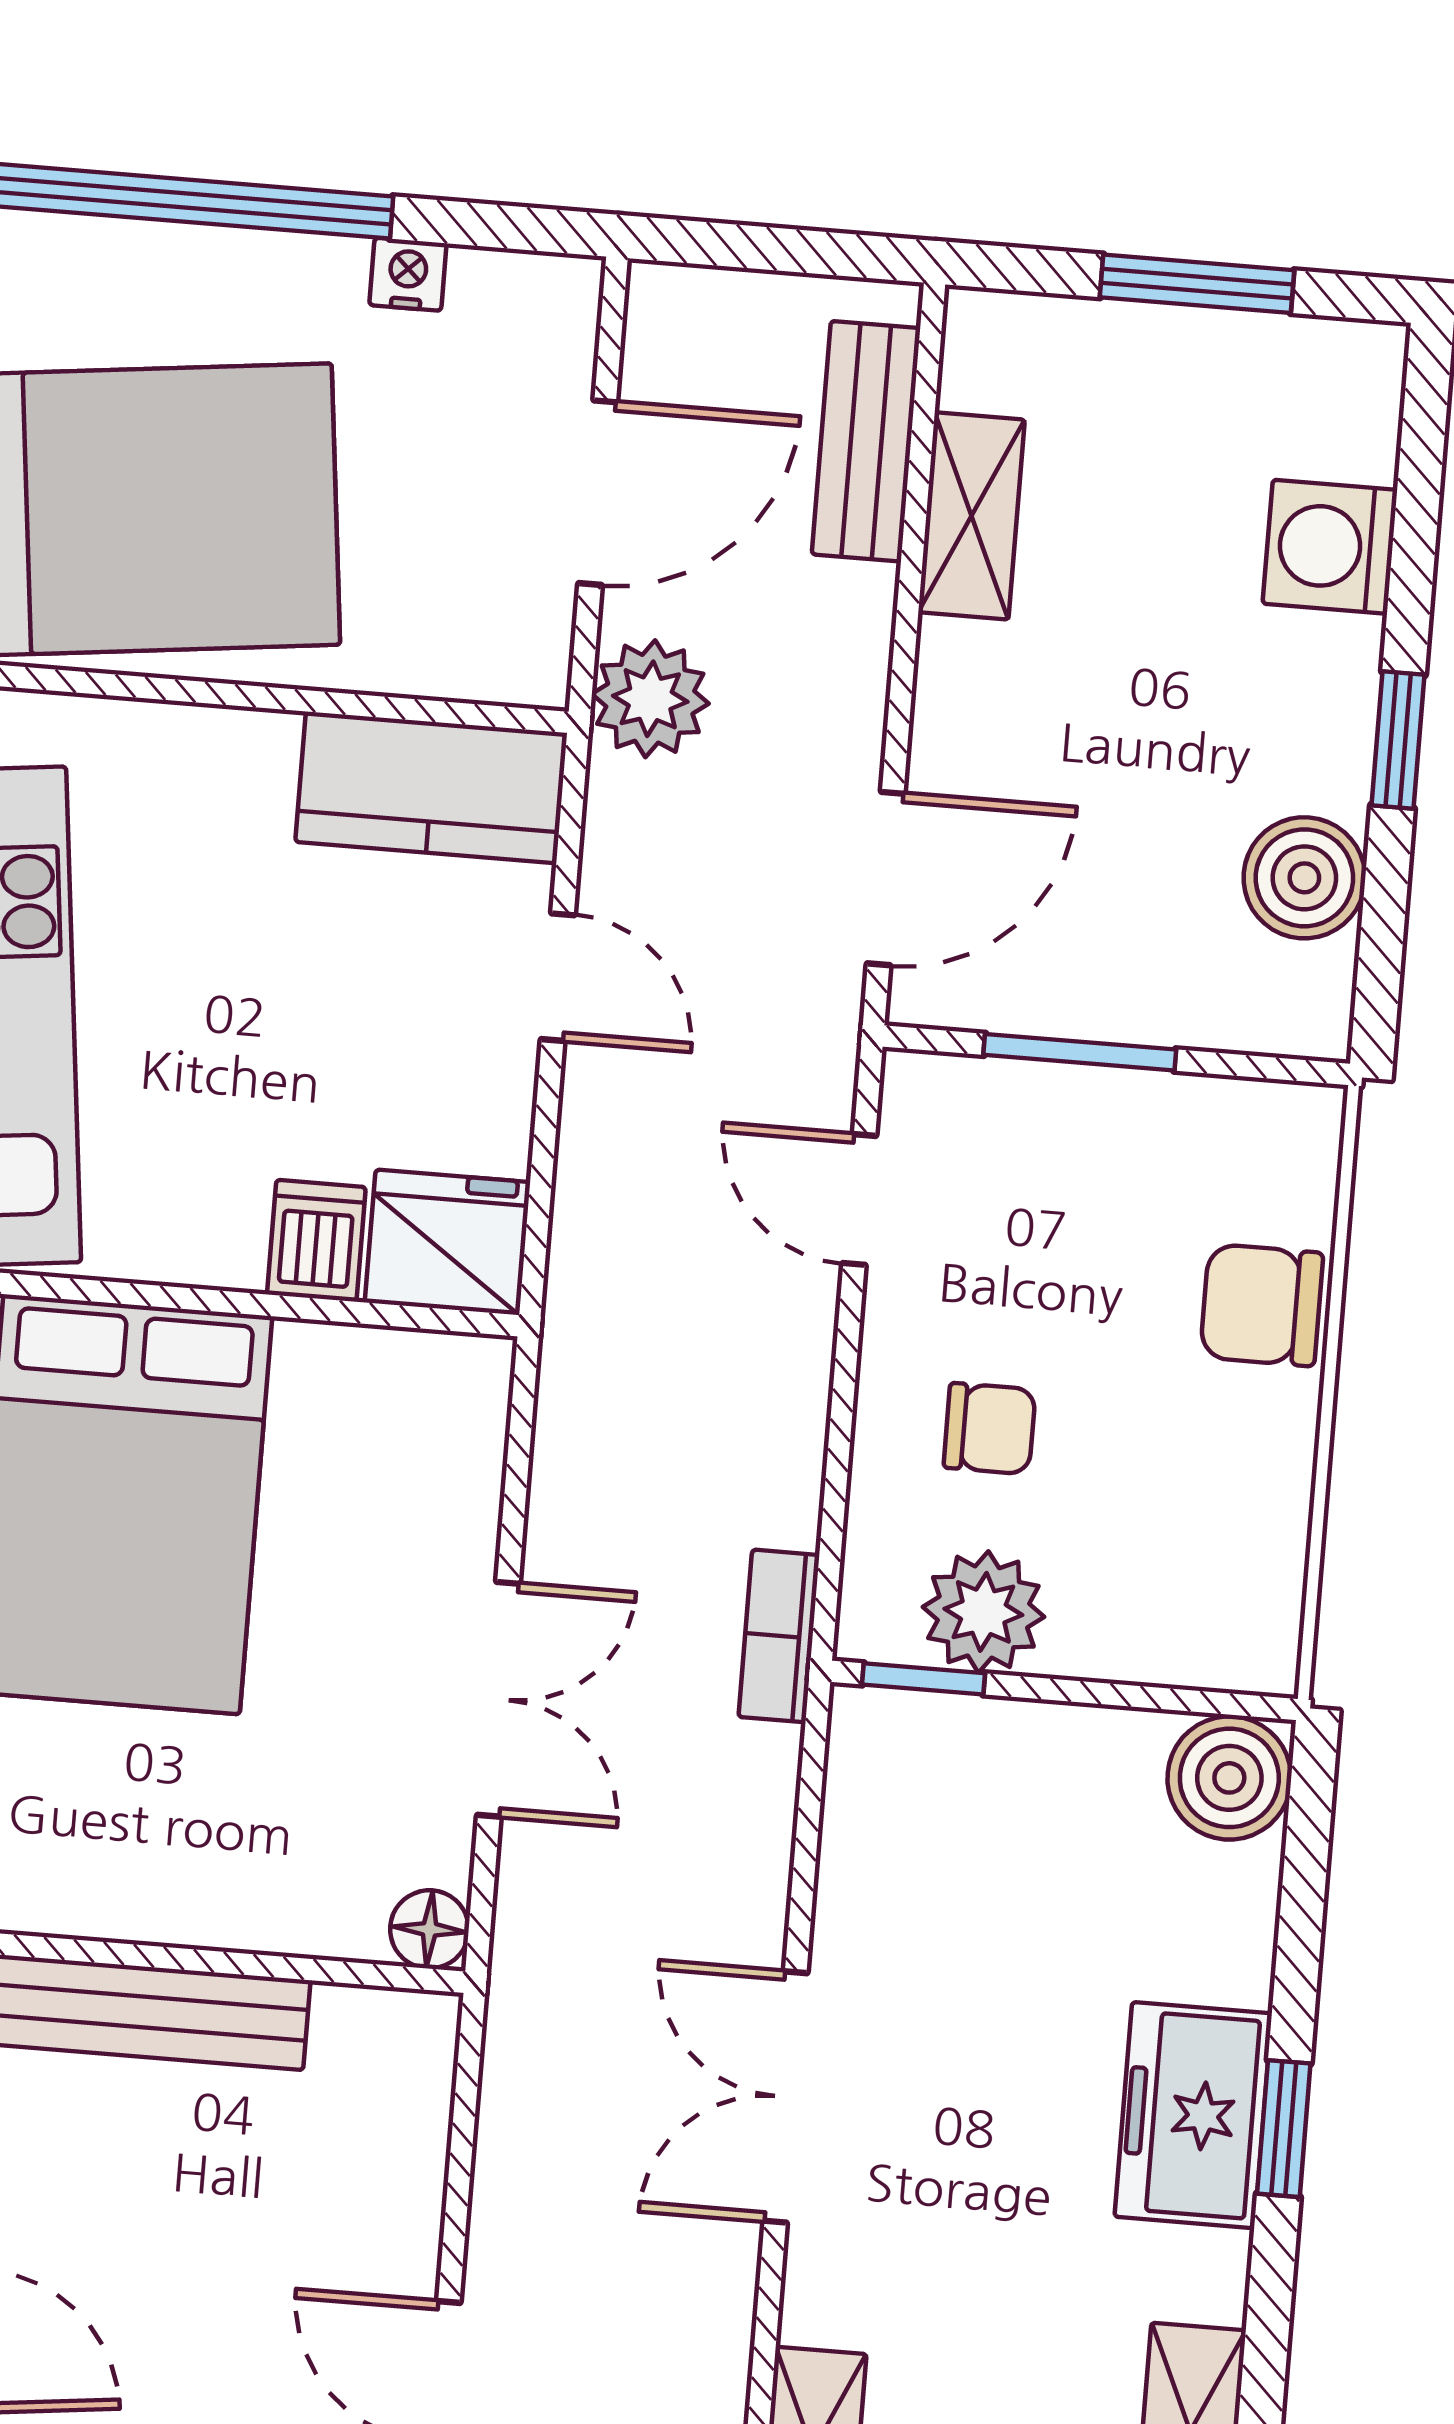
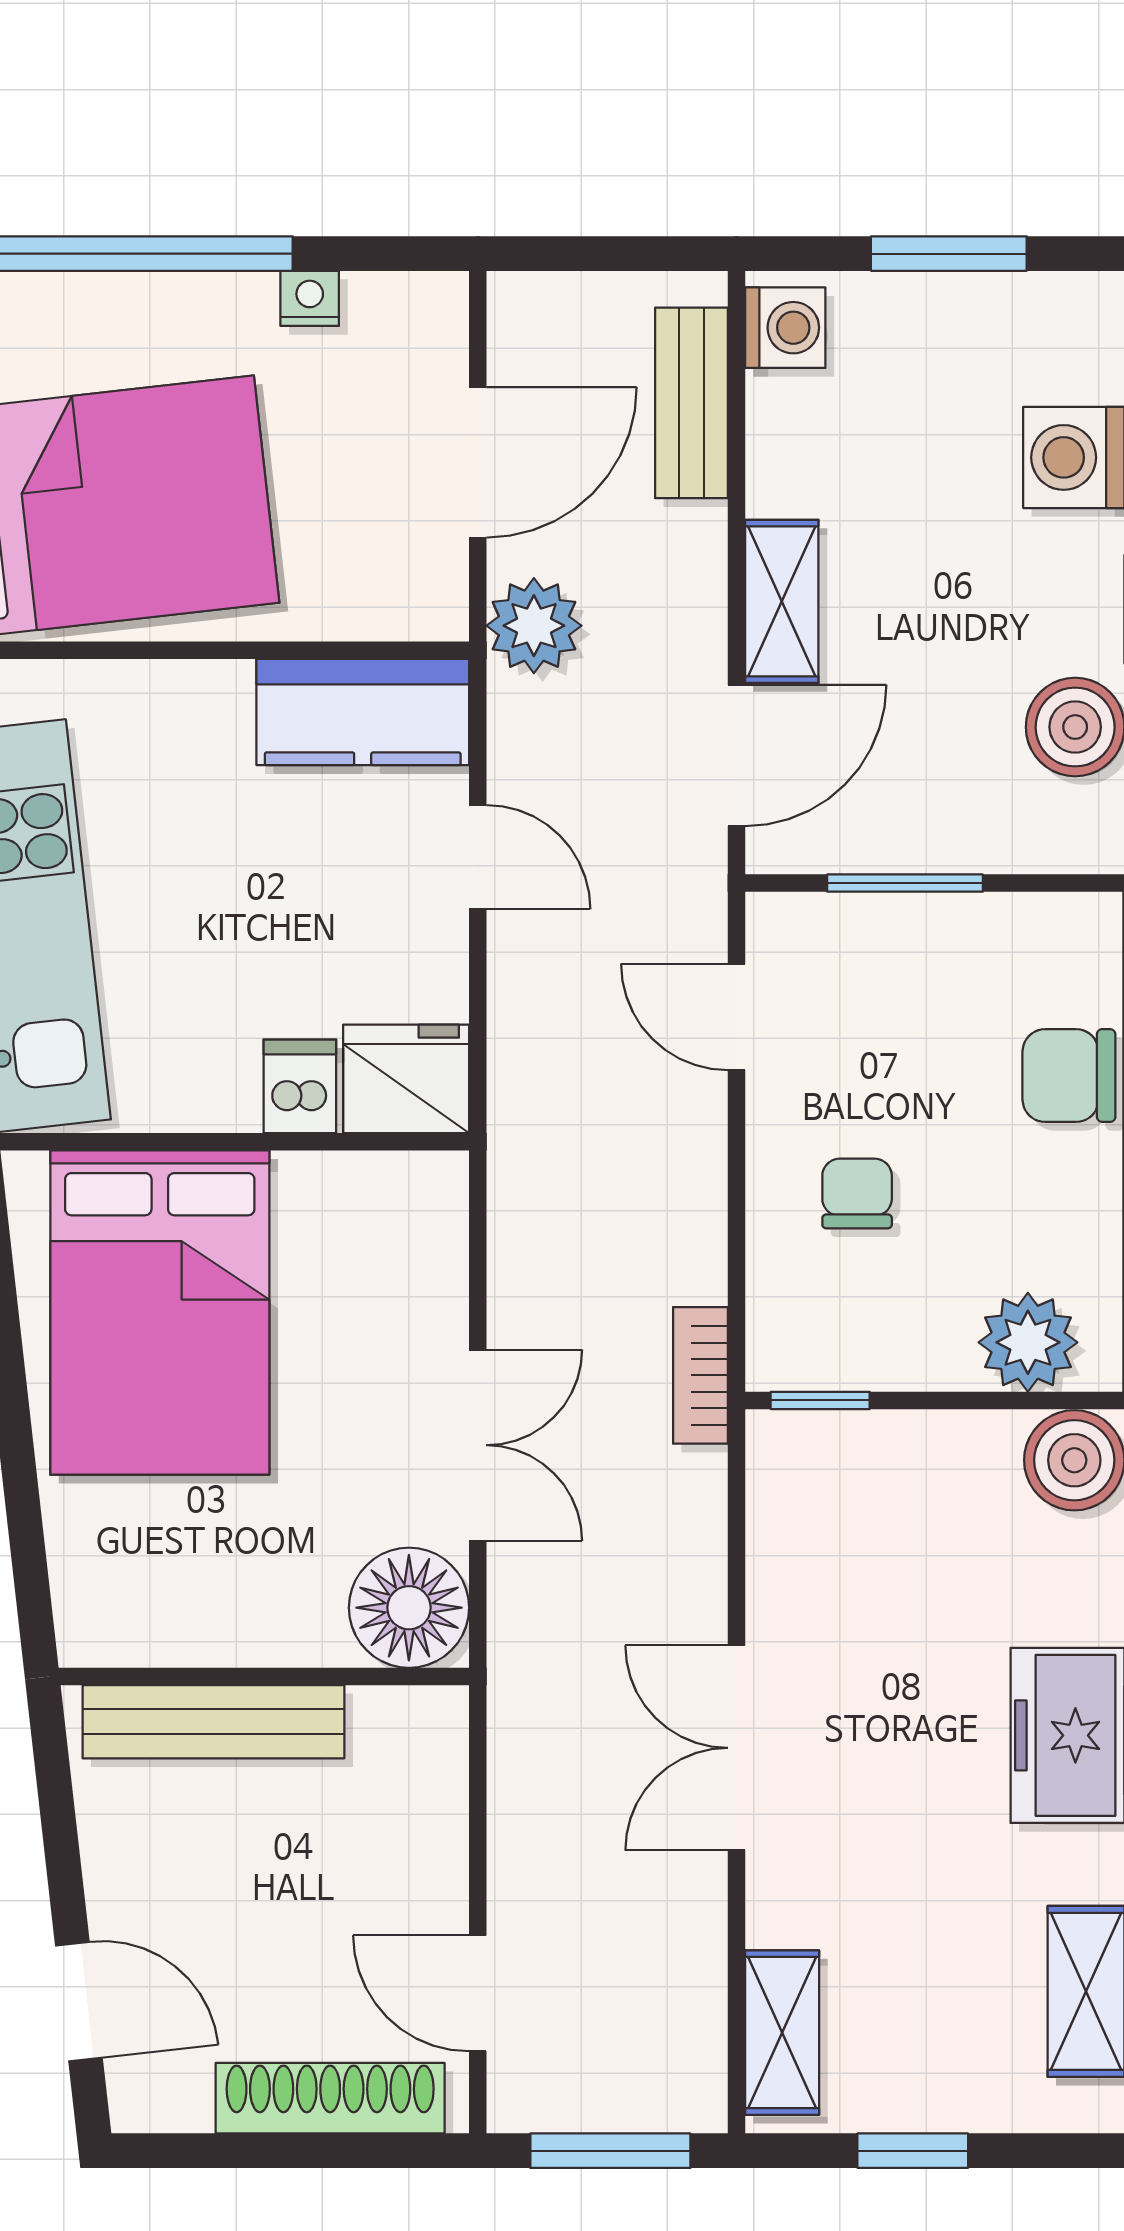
washing machine: (989, 358) -> (785, 328), added
shelving: (971, 516) -> (782, 601), moved
chair: (990, 1429) -> (857, 1194), turned -90
plant: (983, 1612) -> (1028, 1342), moved
floor lamp: (429, 1929) -> (409, 1608), width x1.89, depth x1.89

